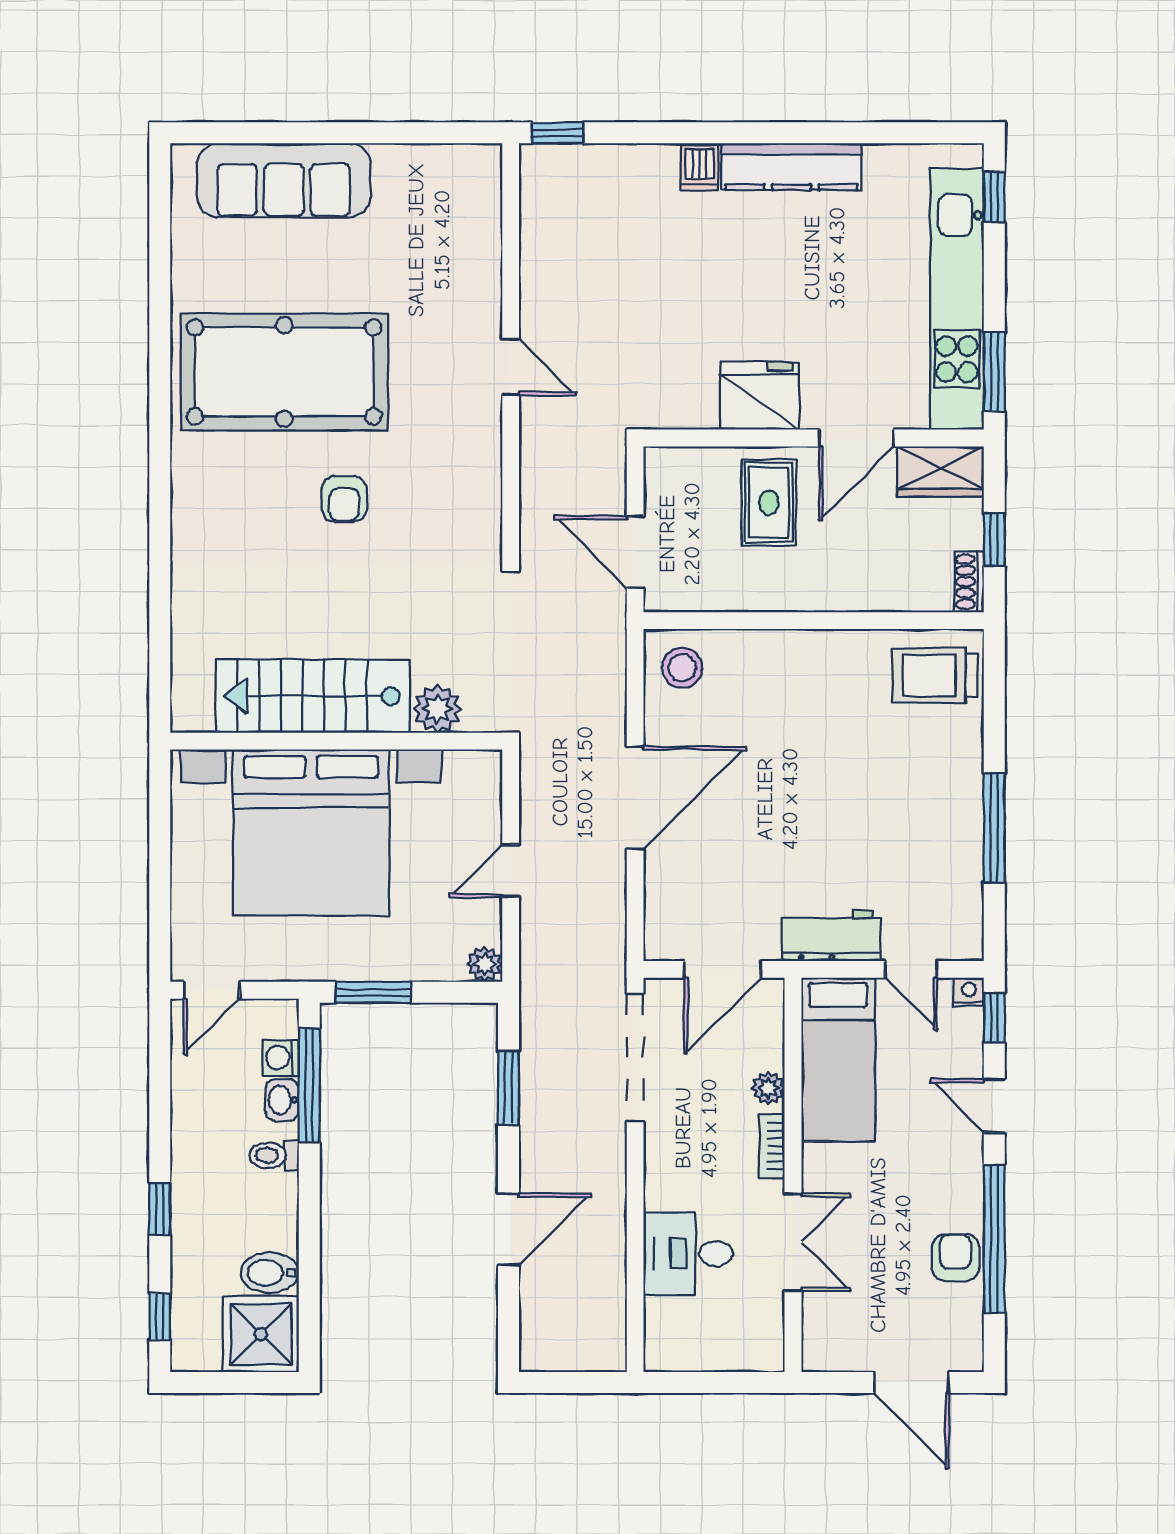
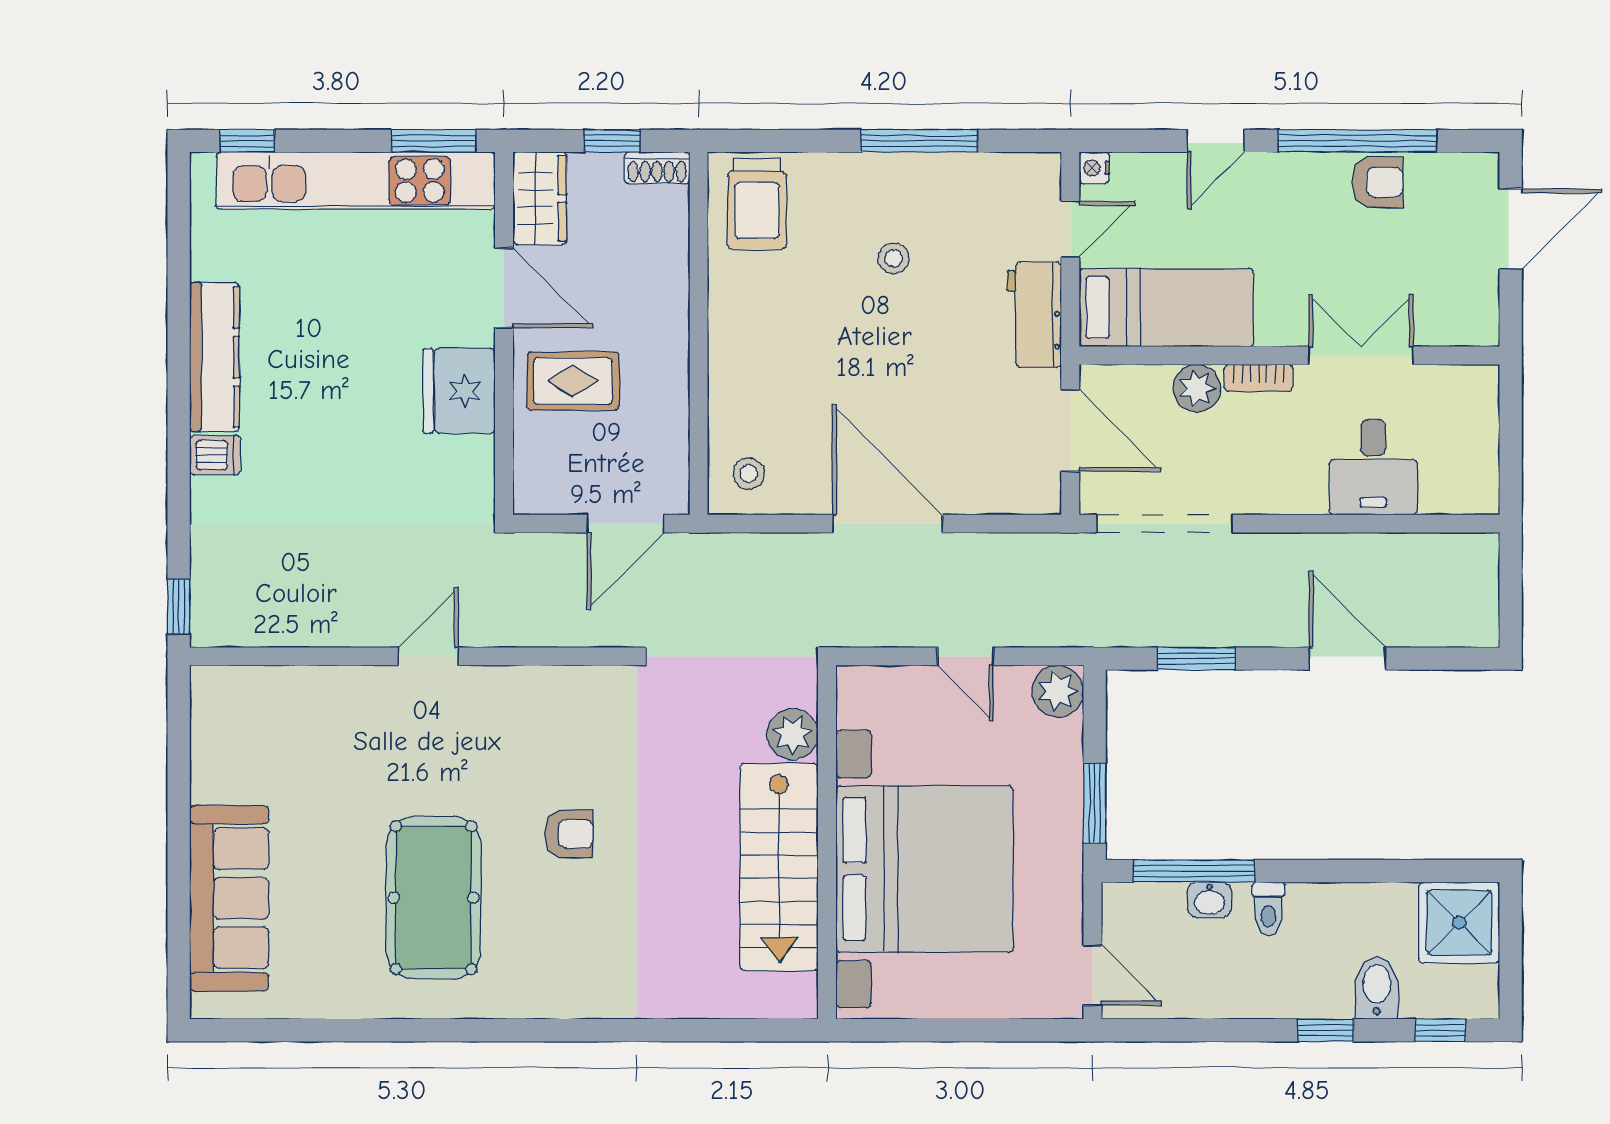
pool table: (284, 372) -> (434, 898), width x0.73, depth x0.76
stool: (682, 668) -> (749, 474), width x0.73, depth x0.73
stool: (884, 804) -> (894, 258), added
plant: (485, 964) -> (1058, 691), width x1.38, depth x1.38
window: (994, 1018) -> (1122, 141), removed
washing machine: (281, 1058) -> (1164, 901), removed
plant: (768, 1088) -> (1197, 388), width x1.38, depth x1.38
armchair: (955, 1258) -> (1377, 182), turned 180
bidet: (270, 1273) -> (1377, 988), moved, turned 180

